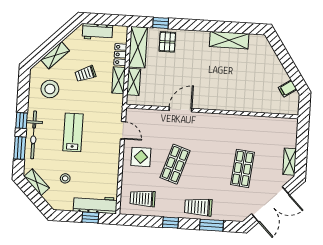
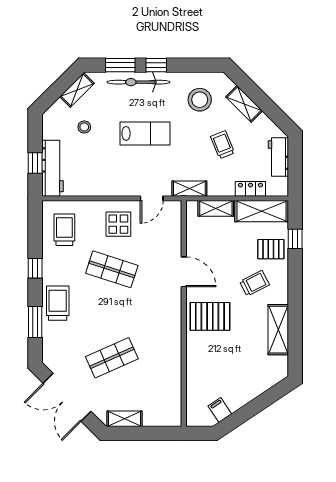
trolley: (193, 56) -> (255, 283), added
shelving: (119, 80) -> (189, 189), moved
pallet: (216, 92) -> (210, 316), added
shop shelf: (243, 168) -> (112, 358), turned -30

